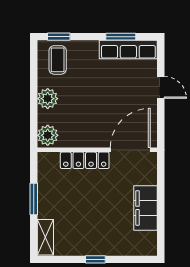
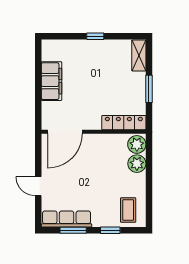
window: (59, 37) -> (110, 230), moved
plant: (48, 99) -> (137, 164), moved
locker: (85, 160) -> (124, 123), moved

